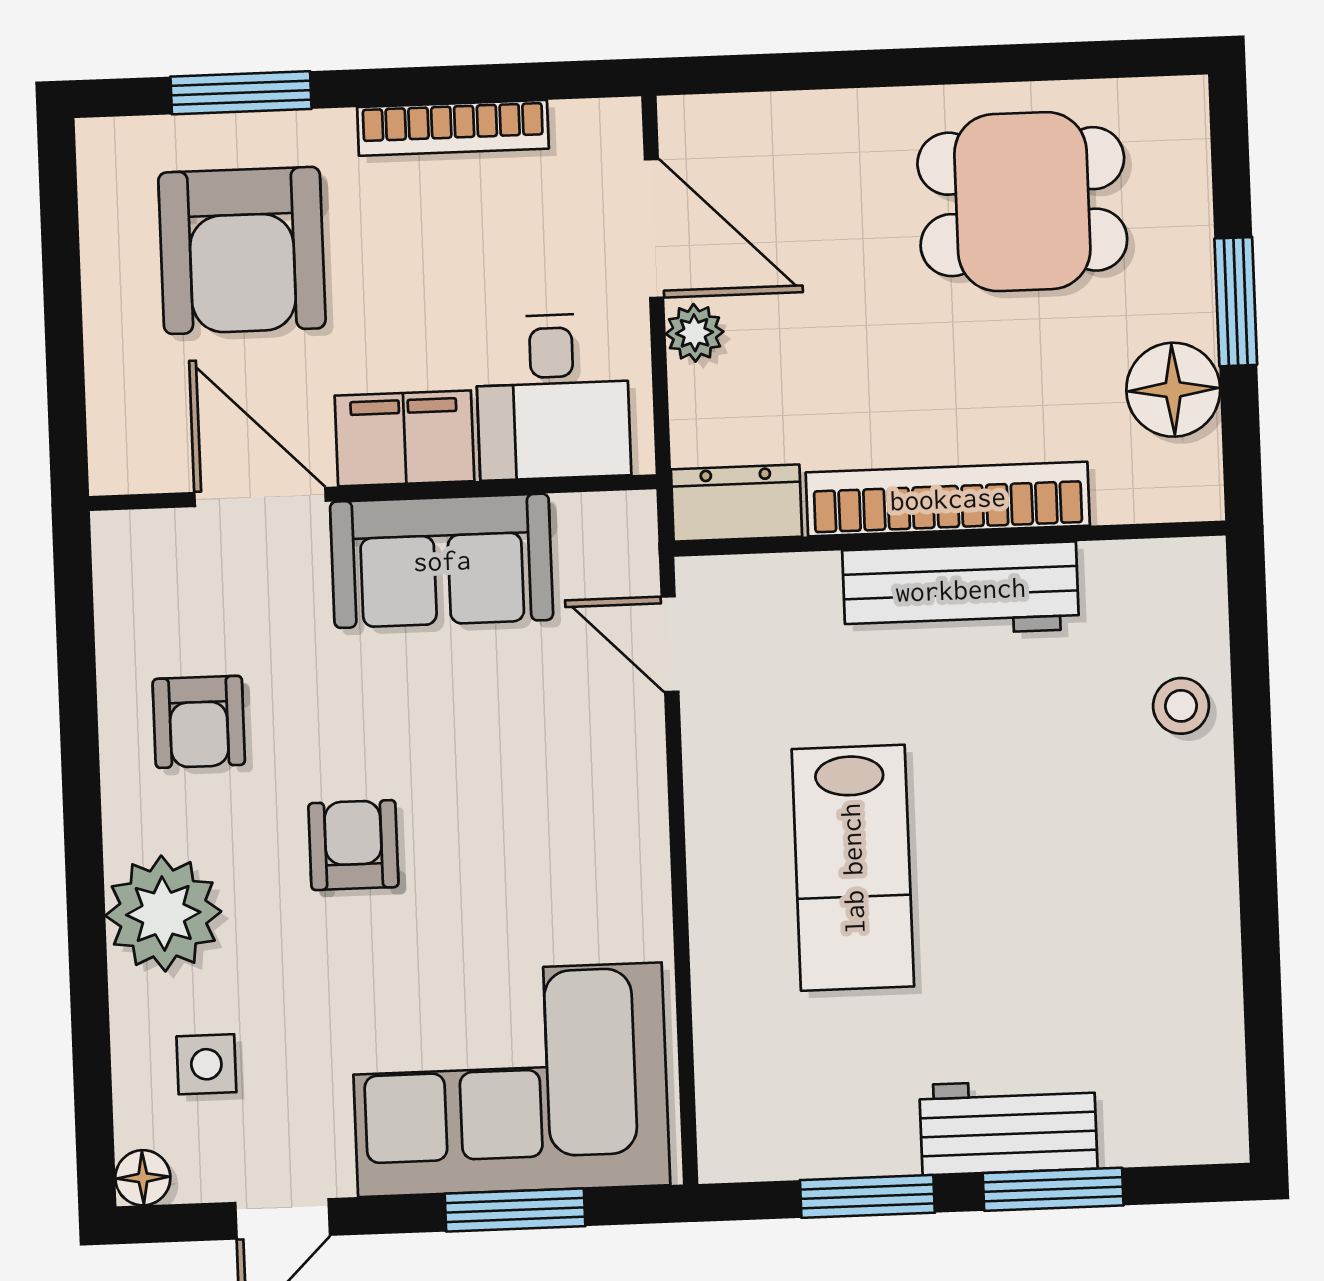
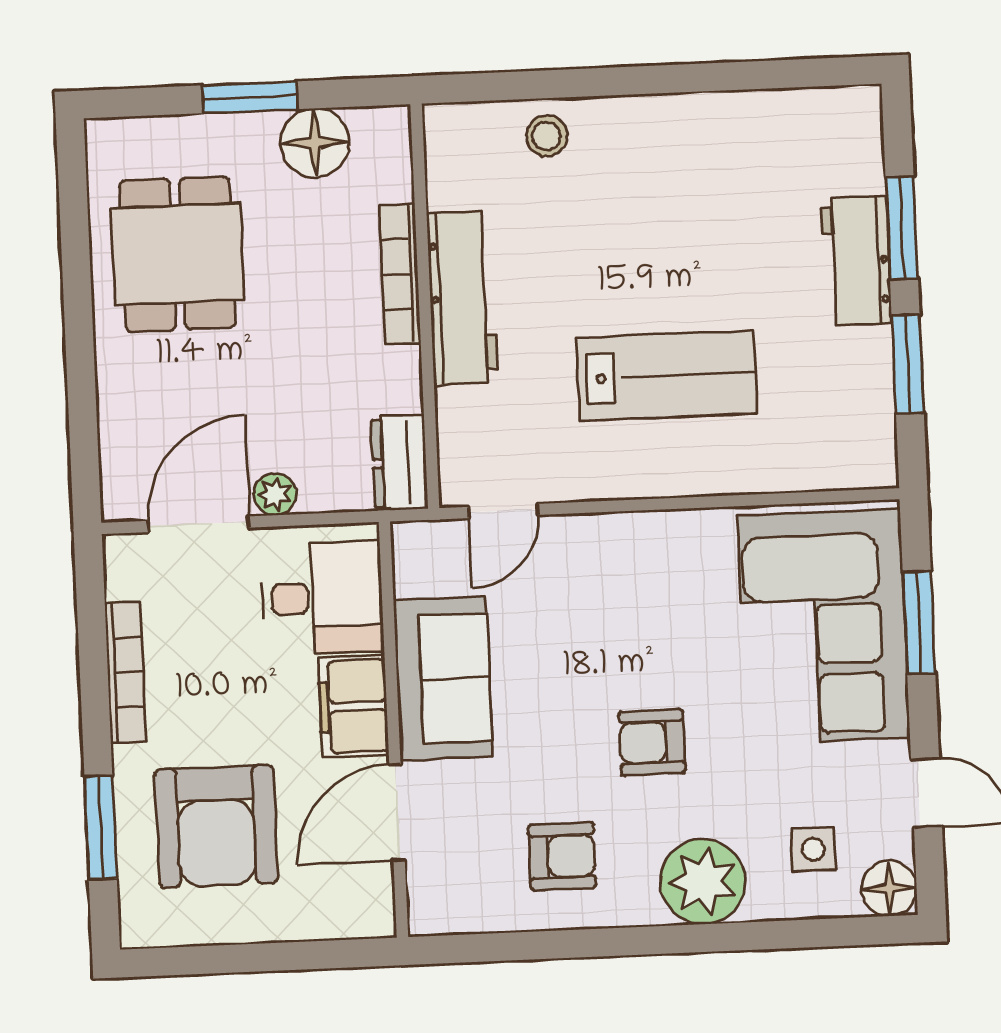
armchair: (242, 250) -> (216, 826), turned 90
bookcase: (948, 499) -> (400, 274), width x0.68, depth x0.76
floor lamp: (143, 1178) -> (889, 888), width x1.37, depth x1.37

